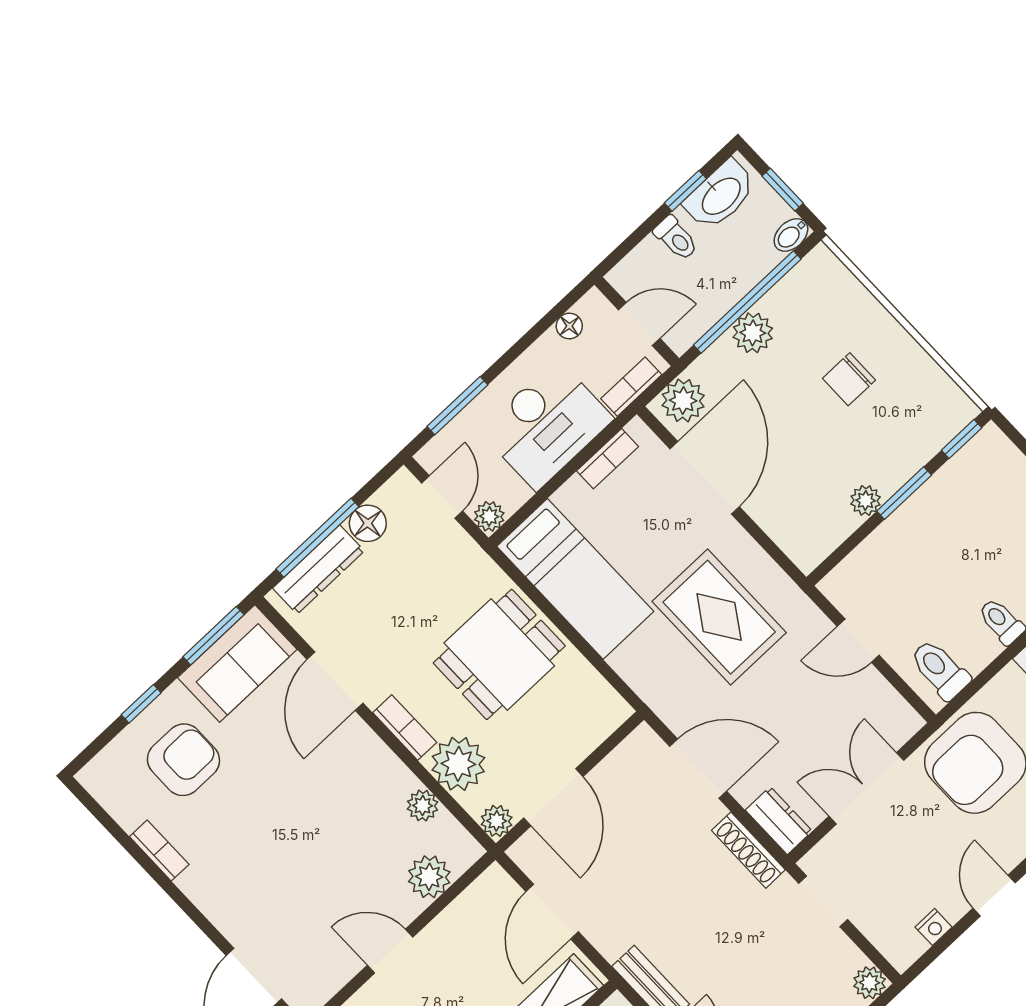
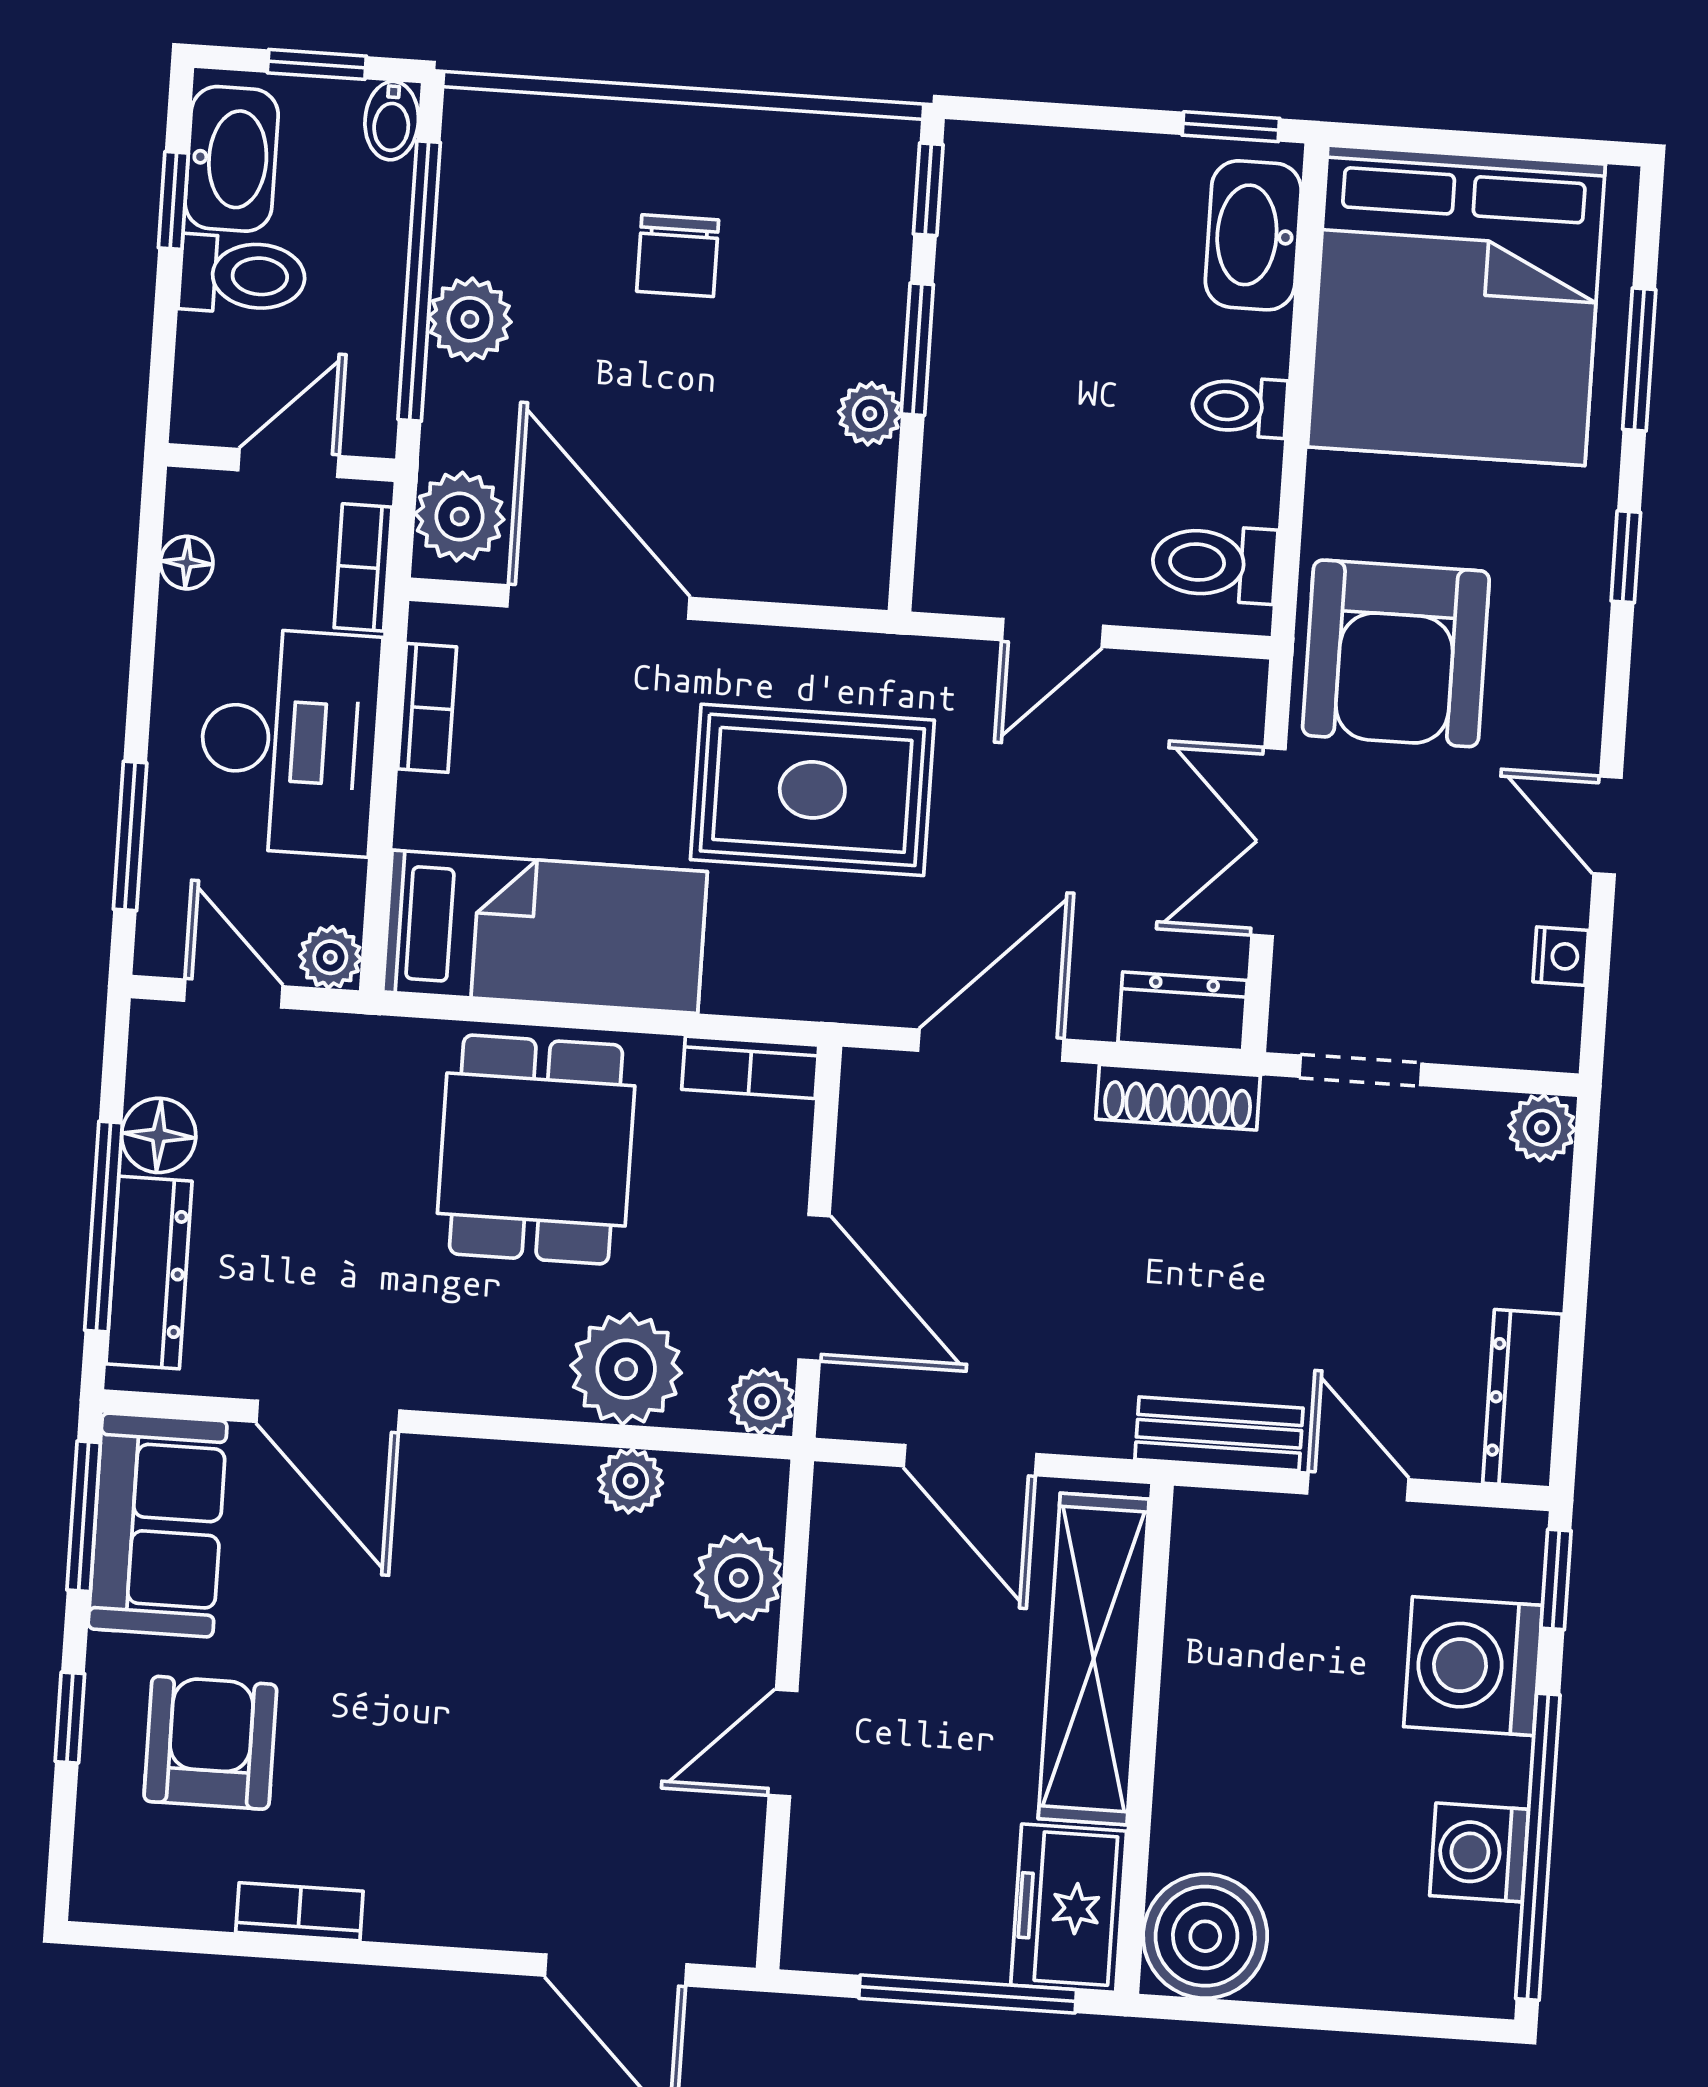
toilet: (676, 238) -> (242, 275), width x1.37, depth x1.39
bookcase: (405, 727) -> (750, 1067), moved, turned 180

